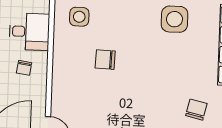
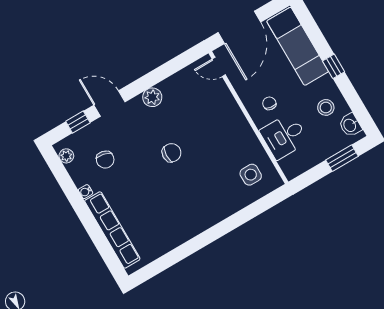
side table: (174, 19) -> (171, 223), removed
chair: (105, 60) -> (172, 153), moved

